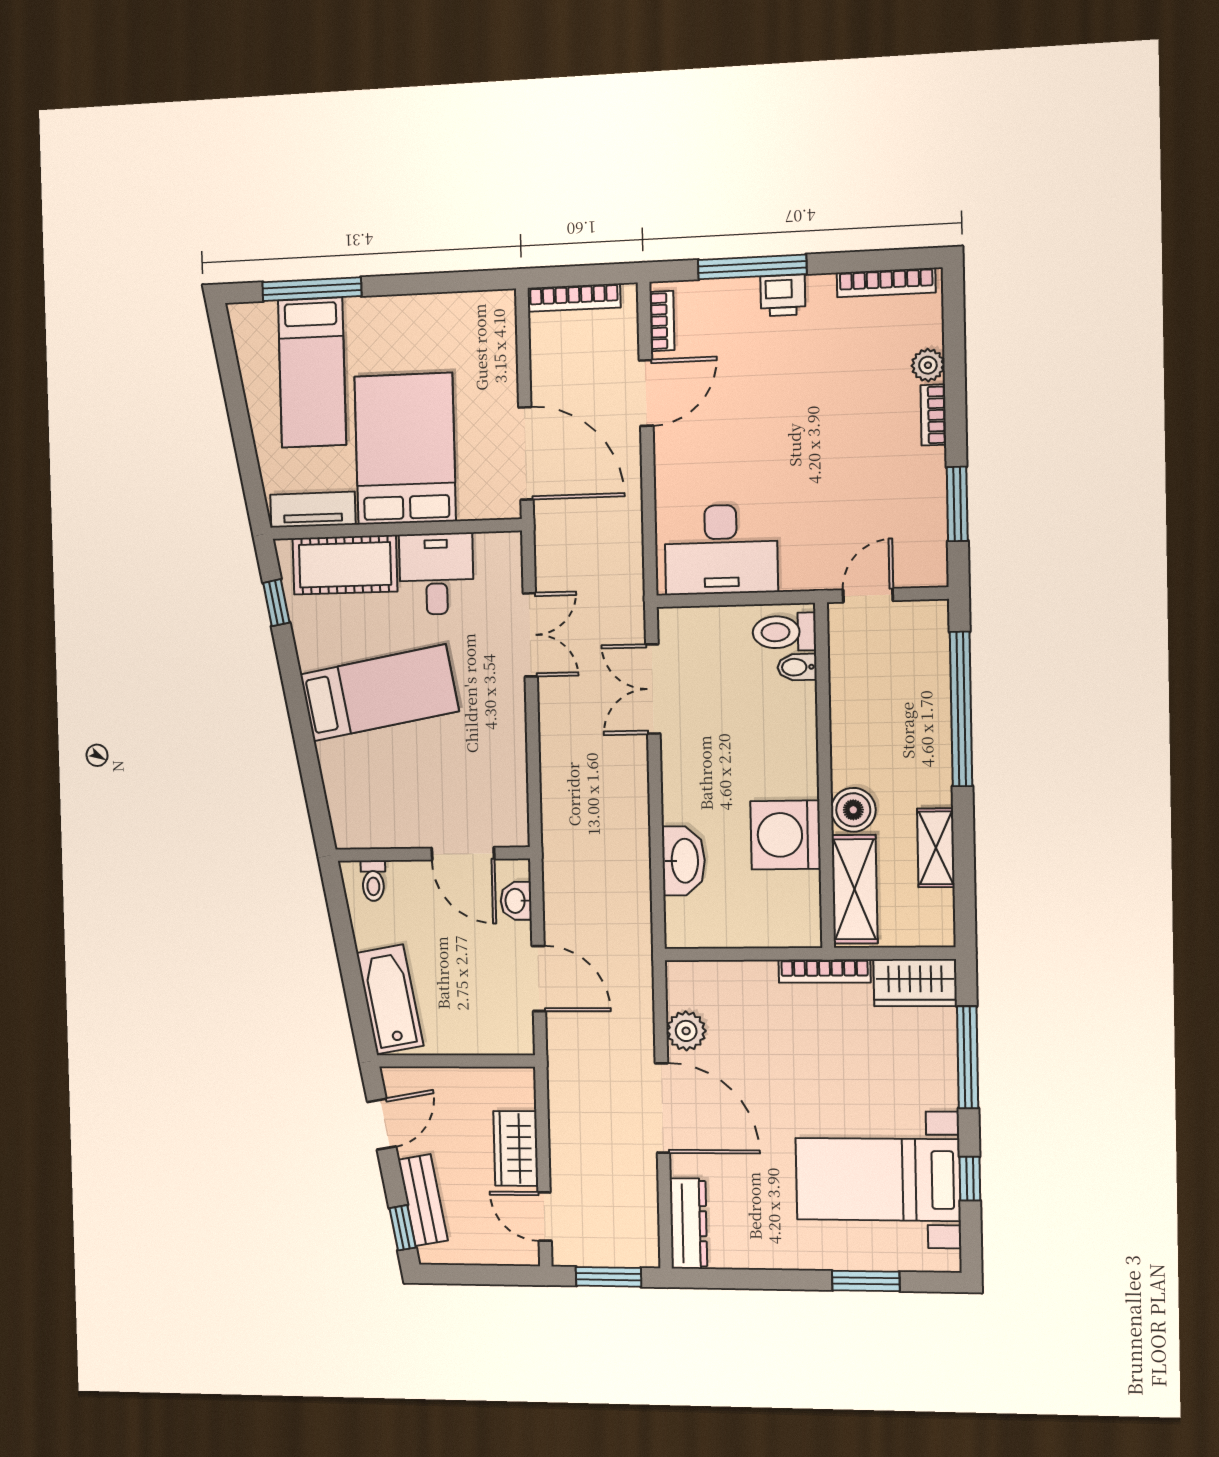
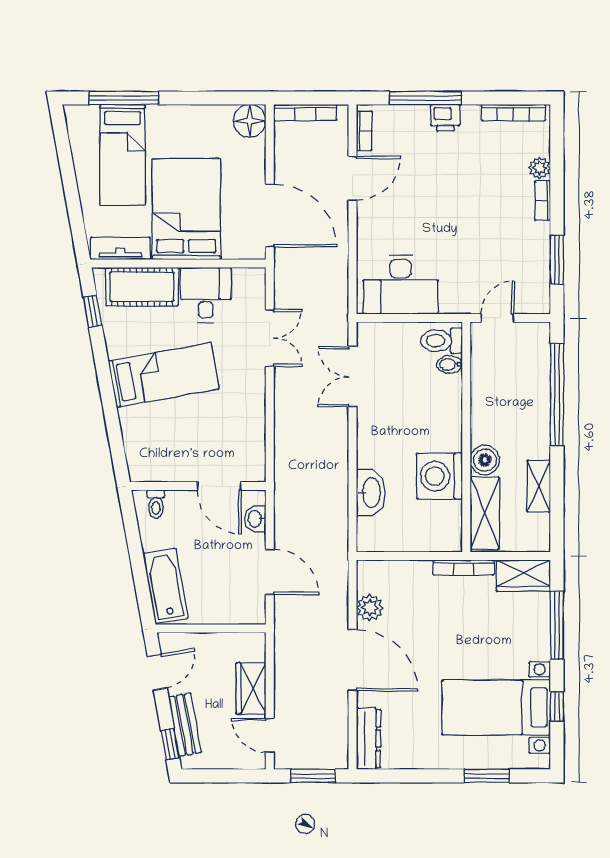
floor lamp: (493, 314) -> (249, 121), added

